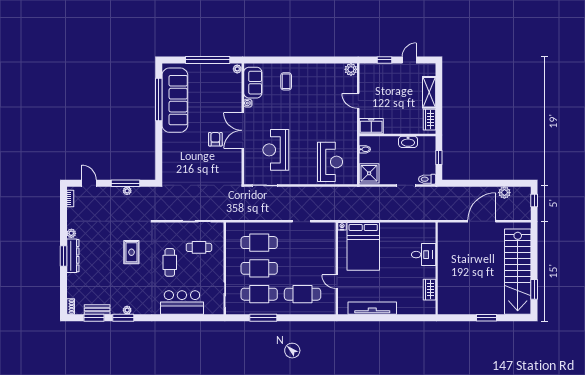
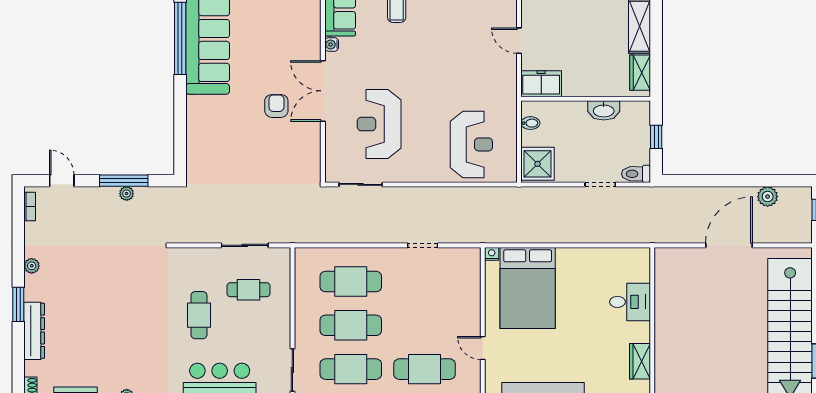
rug: (131, 252) -> (134, 298), removed
dresser: (73, 256) -> (34, 331), moved

